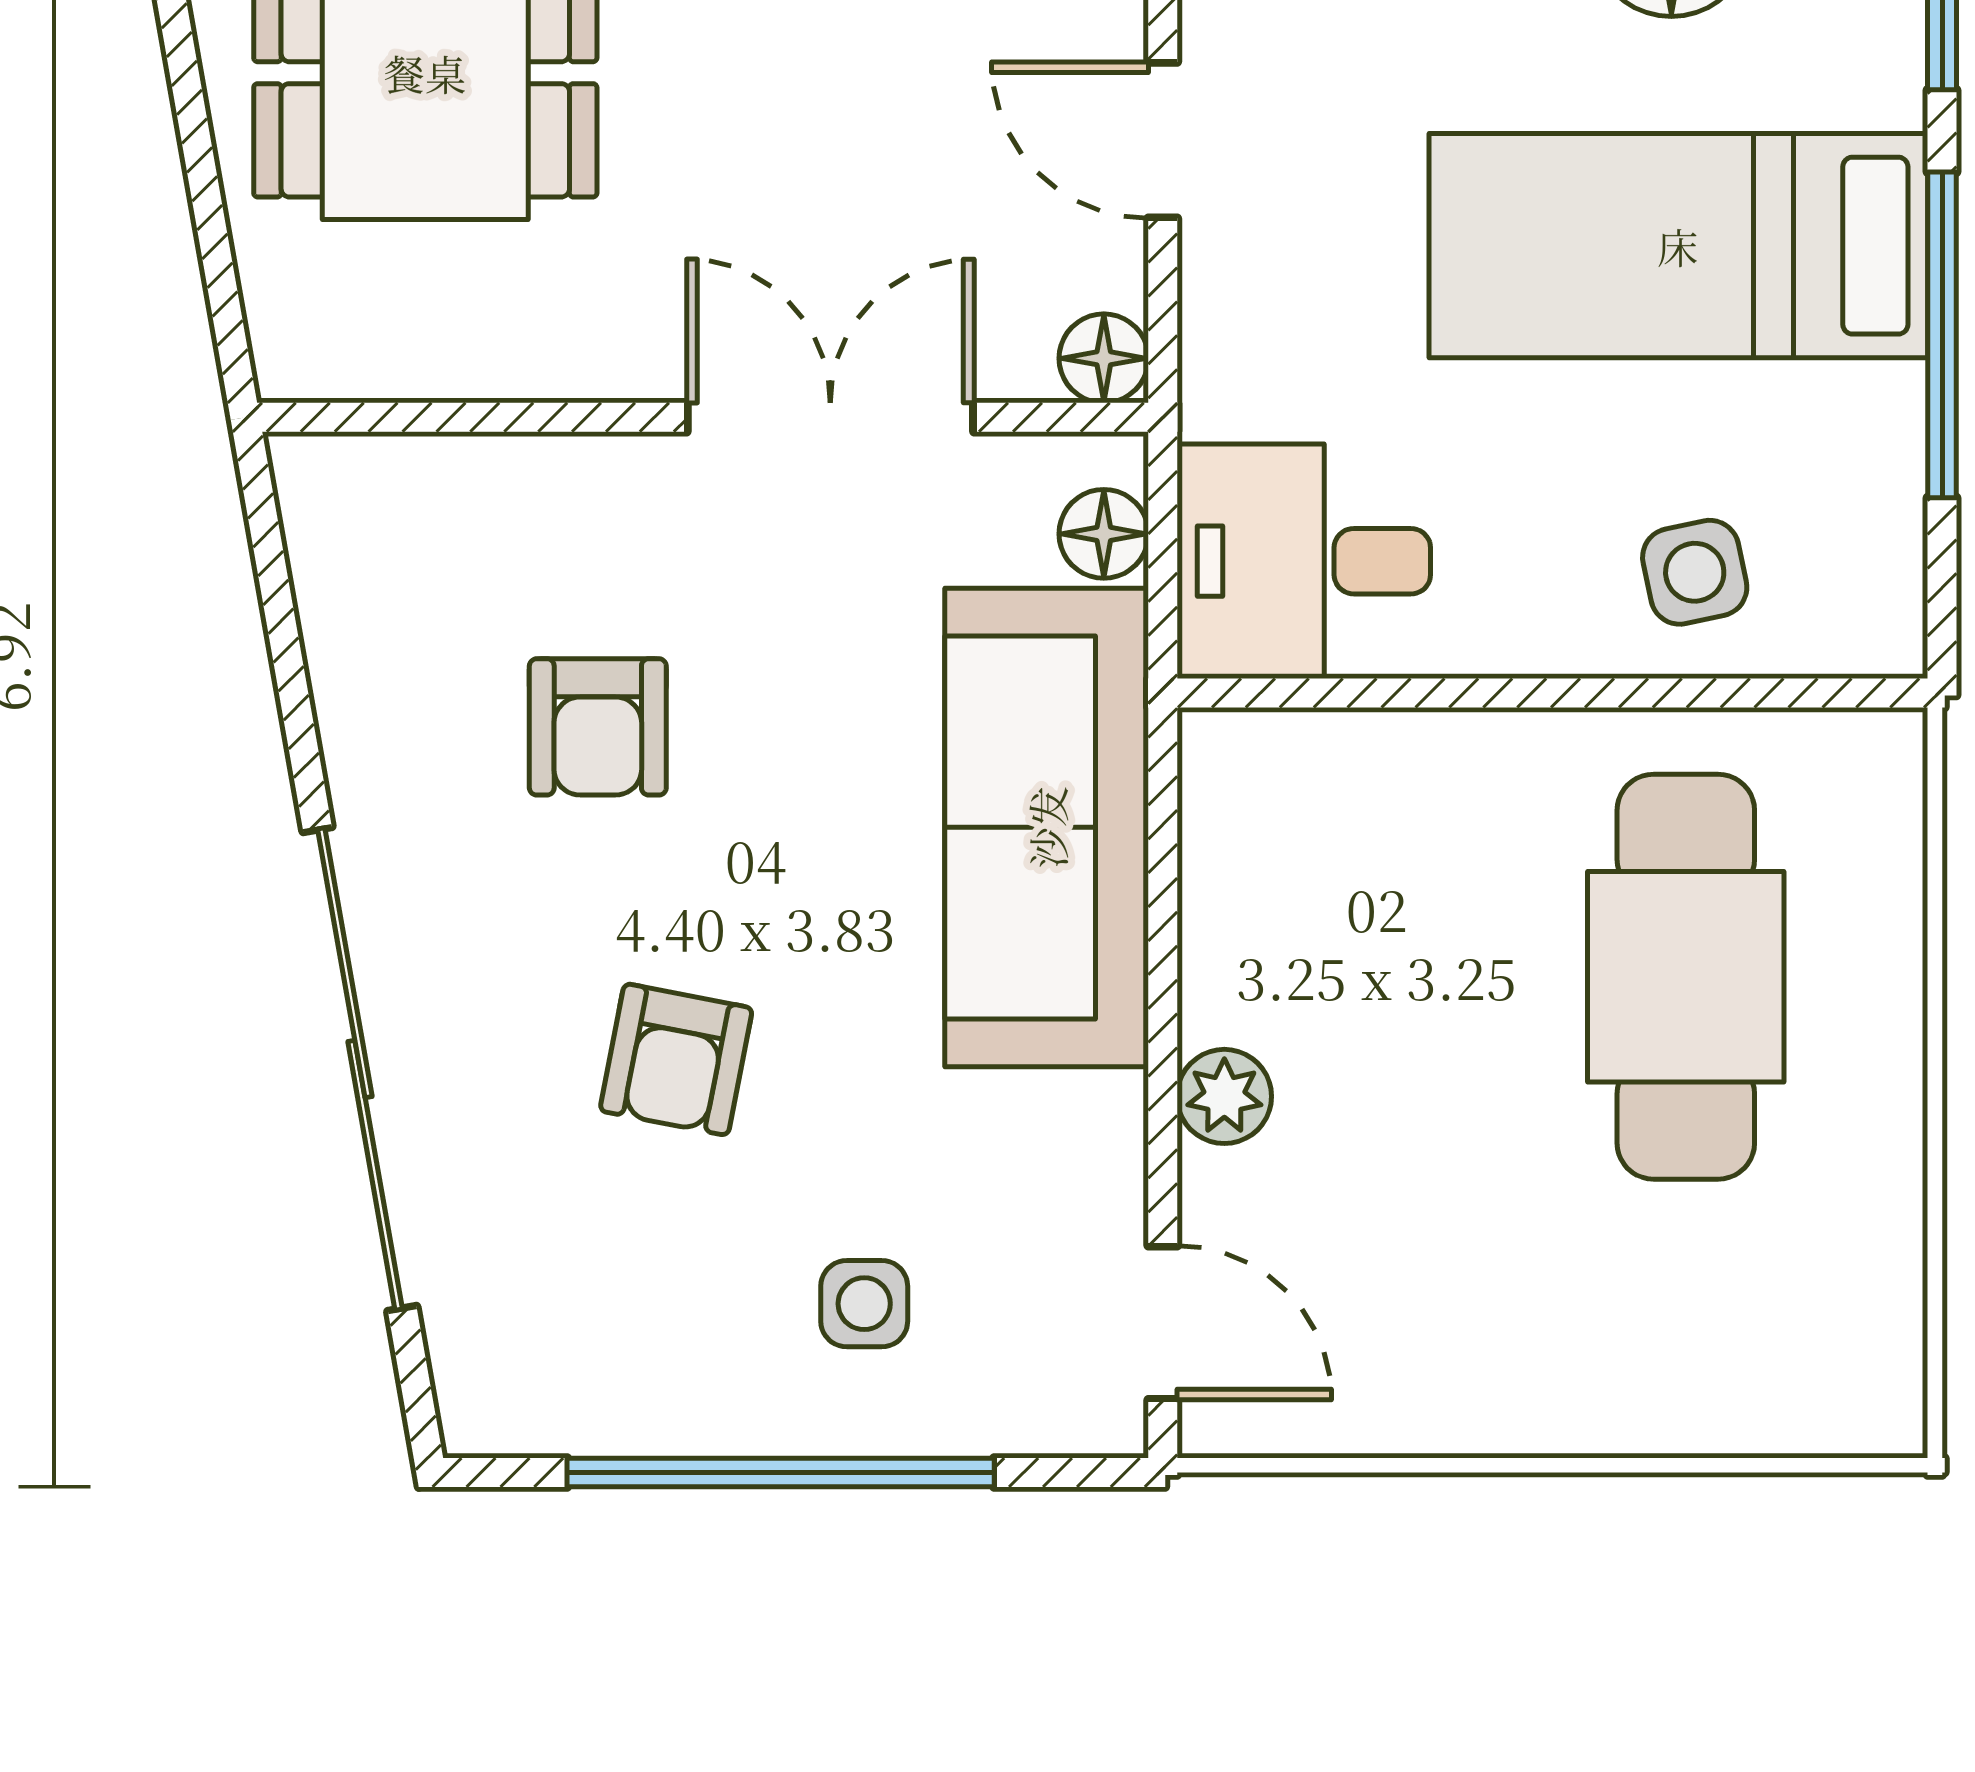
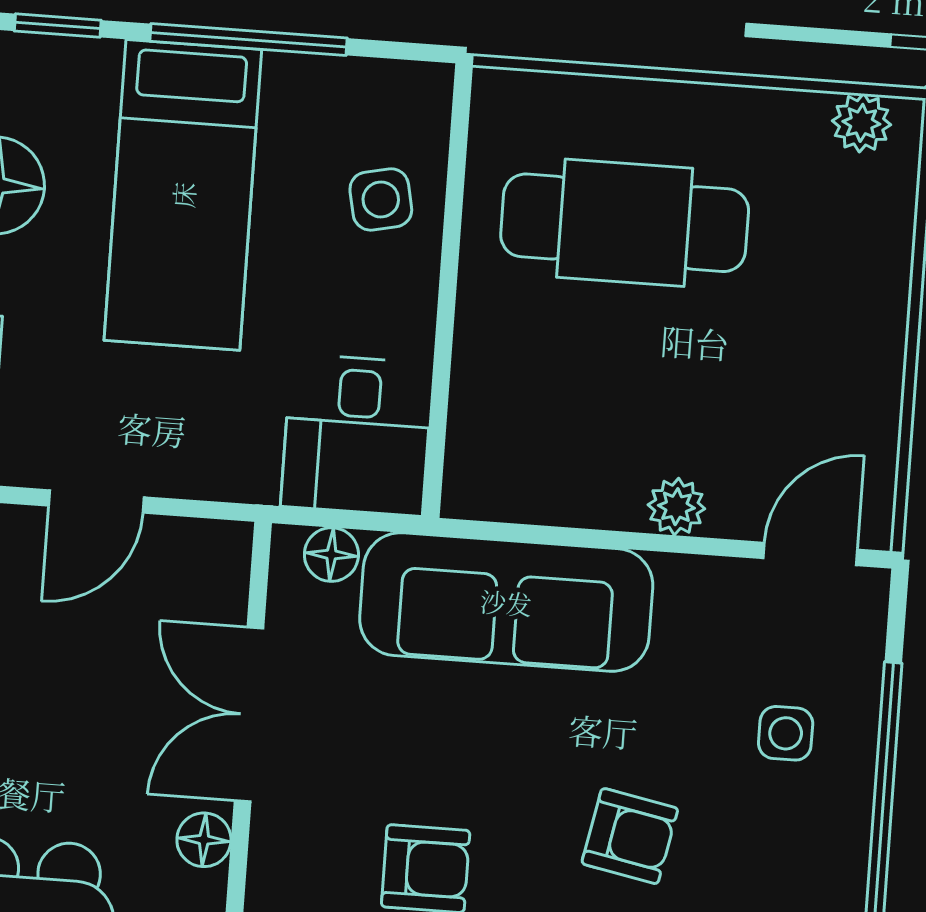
floor lamp: (1104, 358) -> (204, 840), moved
plant: (1879, 1355) -> (861, 123), added

